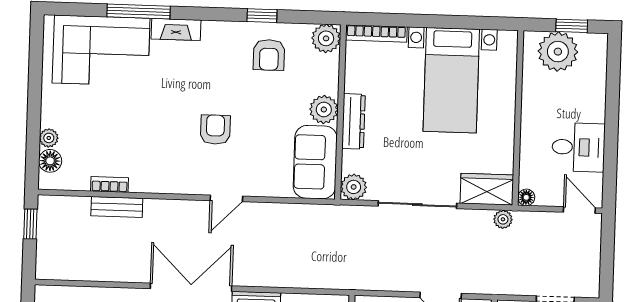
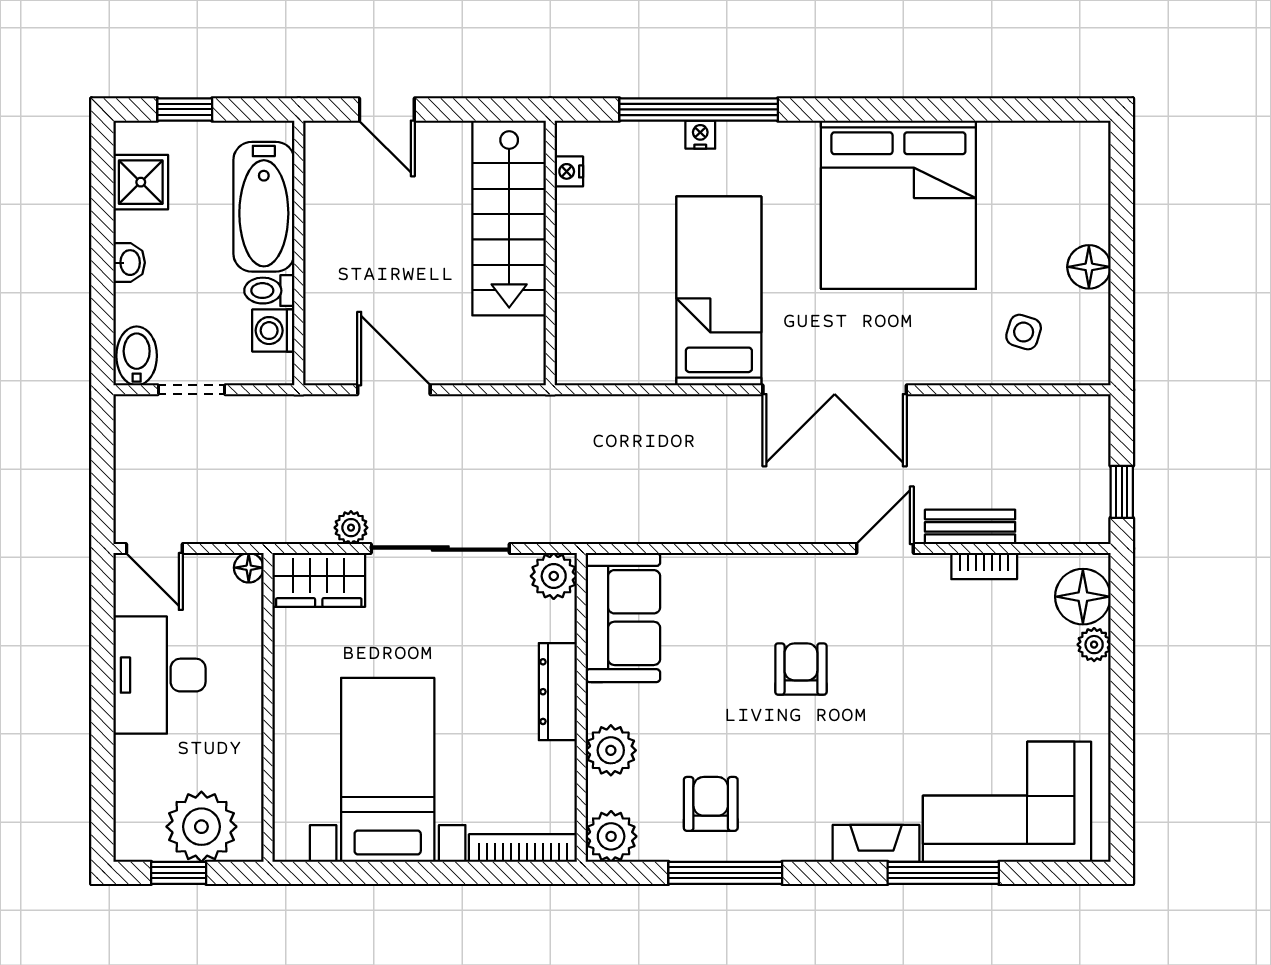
window: (262, 16) -> (725, 873), width x2.17
plant: (324, 110) -> (611, 750), moved
armchair: (215, 130) -> (801, 669), turned 180
desk: (578, 147) -> (160, 675), width x1.37
floor lamp: (50, 161) -> (1083, 597), width x1.38, depth x1.38
door: (226, 198) -> (885, 549), moved
plant: (503, 219) -> (351, 528), moved

